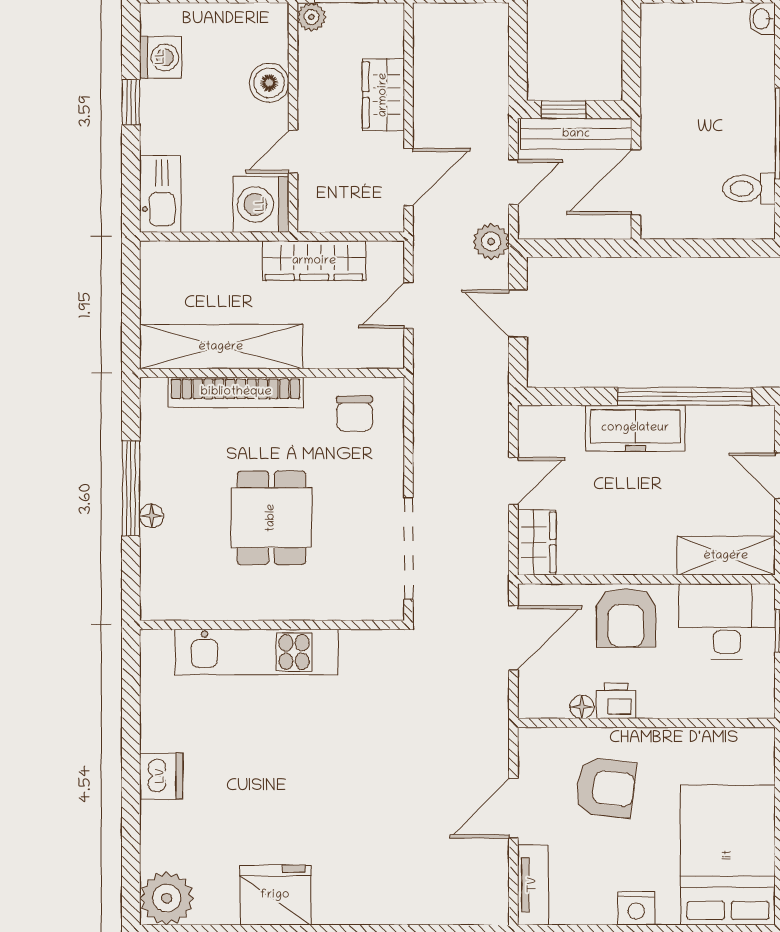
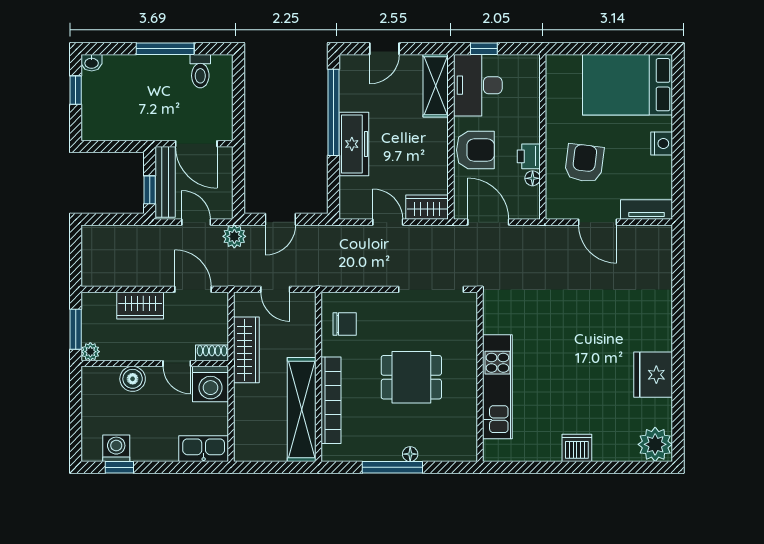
window: (131, 102) -> (119, 467), moved
shoe rack: (310, 207) -> (212, 353), added

